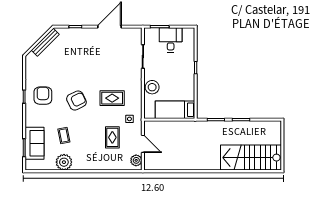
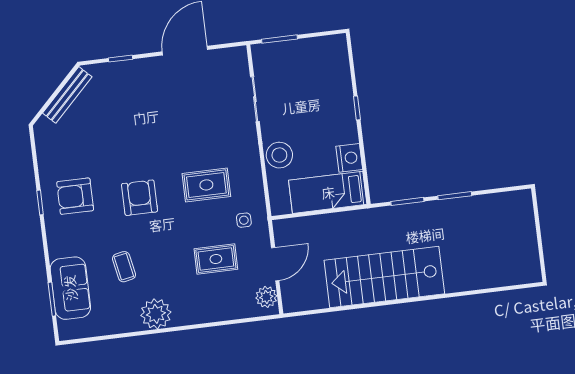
desk: (171, 40) -> (303, 61), removed
nightstand: (188, 93) -> (349, 158), added
armchair: (43, 96) -> (75, 196), turned -90
armchair: (76, 100) -> (140, 198), turned -64
rug: (112, 137) -> (216, 259), turned 90
door: (143, 144) -> (275, 264), hinge flipped
stairs: (251, 158) -> (384, 277), moved
plant: (64, 162) -> (156, 314), moved

